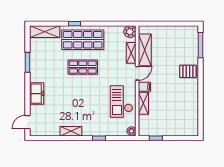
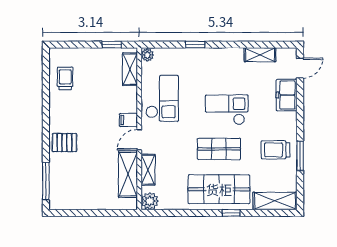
trolley: (44, 67) -> (275, 150), added
freezer: (37, 94) -> (287, 95), moved
checkout: (77, 94) -> (227, 110), added
shelving: (143, 103) -> (130, 69), moved
trolley: (187, 115) -> (65, 78), added
shelving: (71, 131) -> (260, 55), moved

